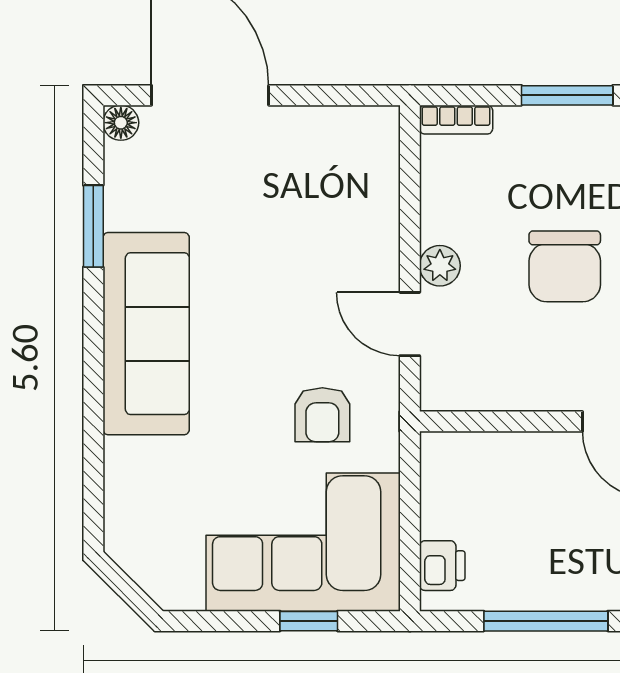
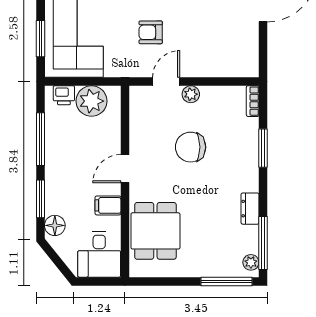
armchair: (322, 415) -> (151, 32), moved
plant: (456, 500) -> (91, 101), added
window: (309, 621) -> (40, 39), width x1.50

